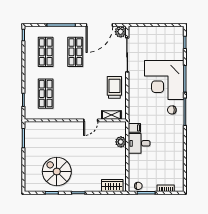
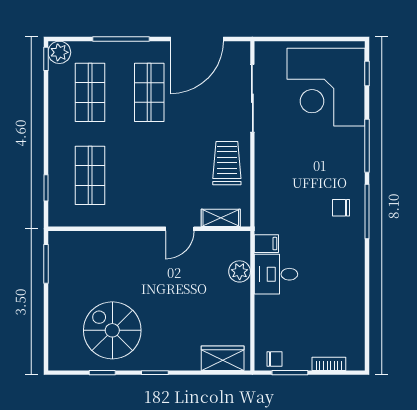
plant: (121, 32) -> (59, 52), moved
corner desk: (164, 80) -> (326, 87), moved

